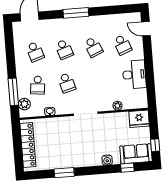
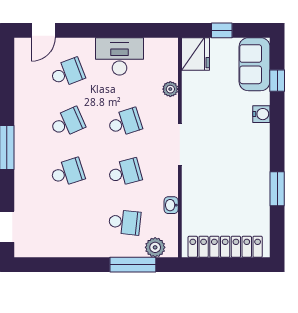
school desk: (35, 52) -> (125, 123), moved
window: (155, 145) -> (222, 30), moved

